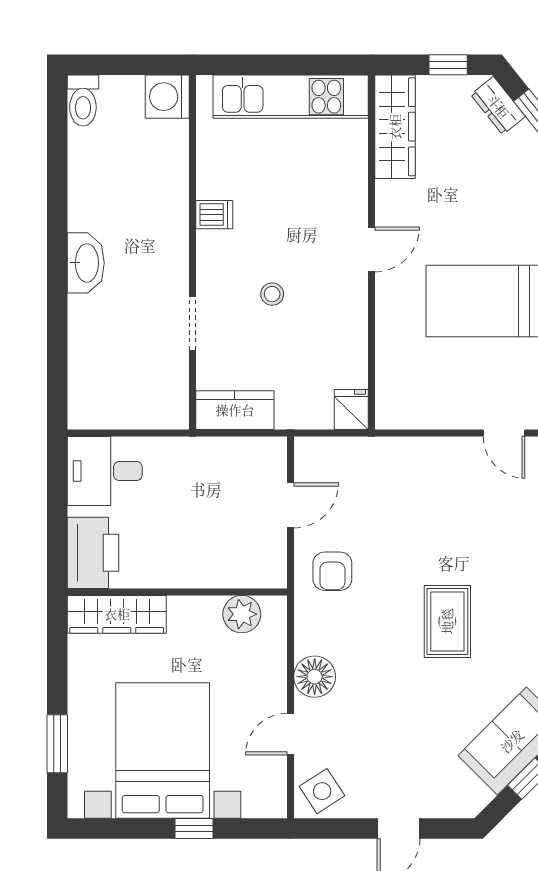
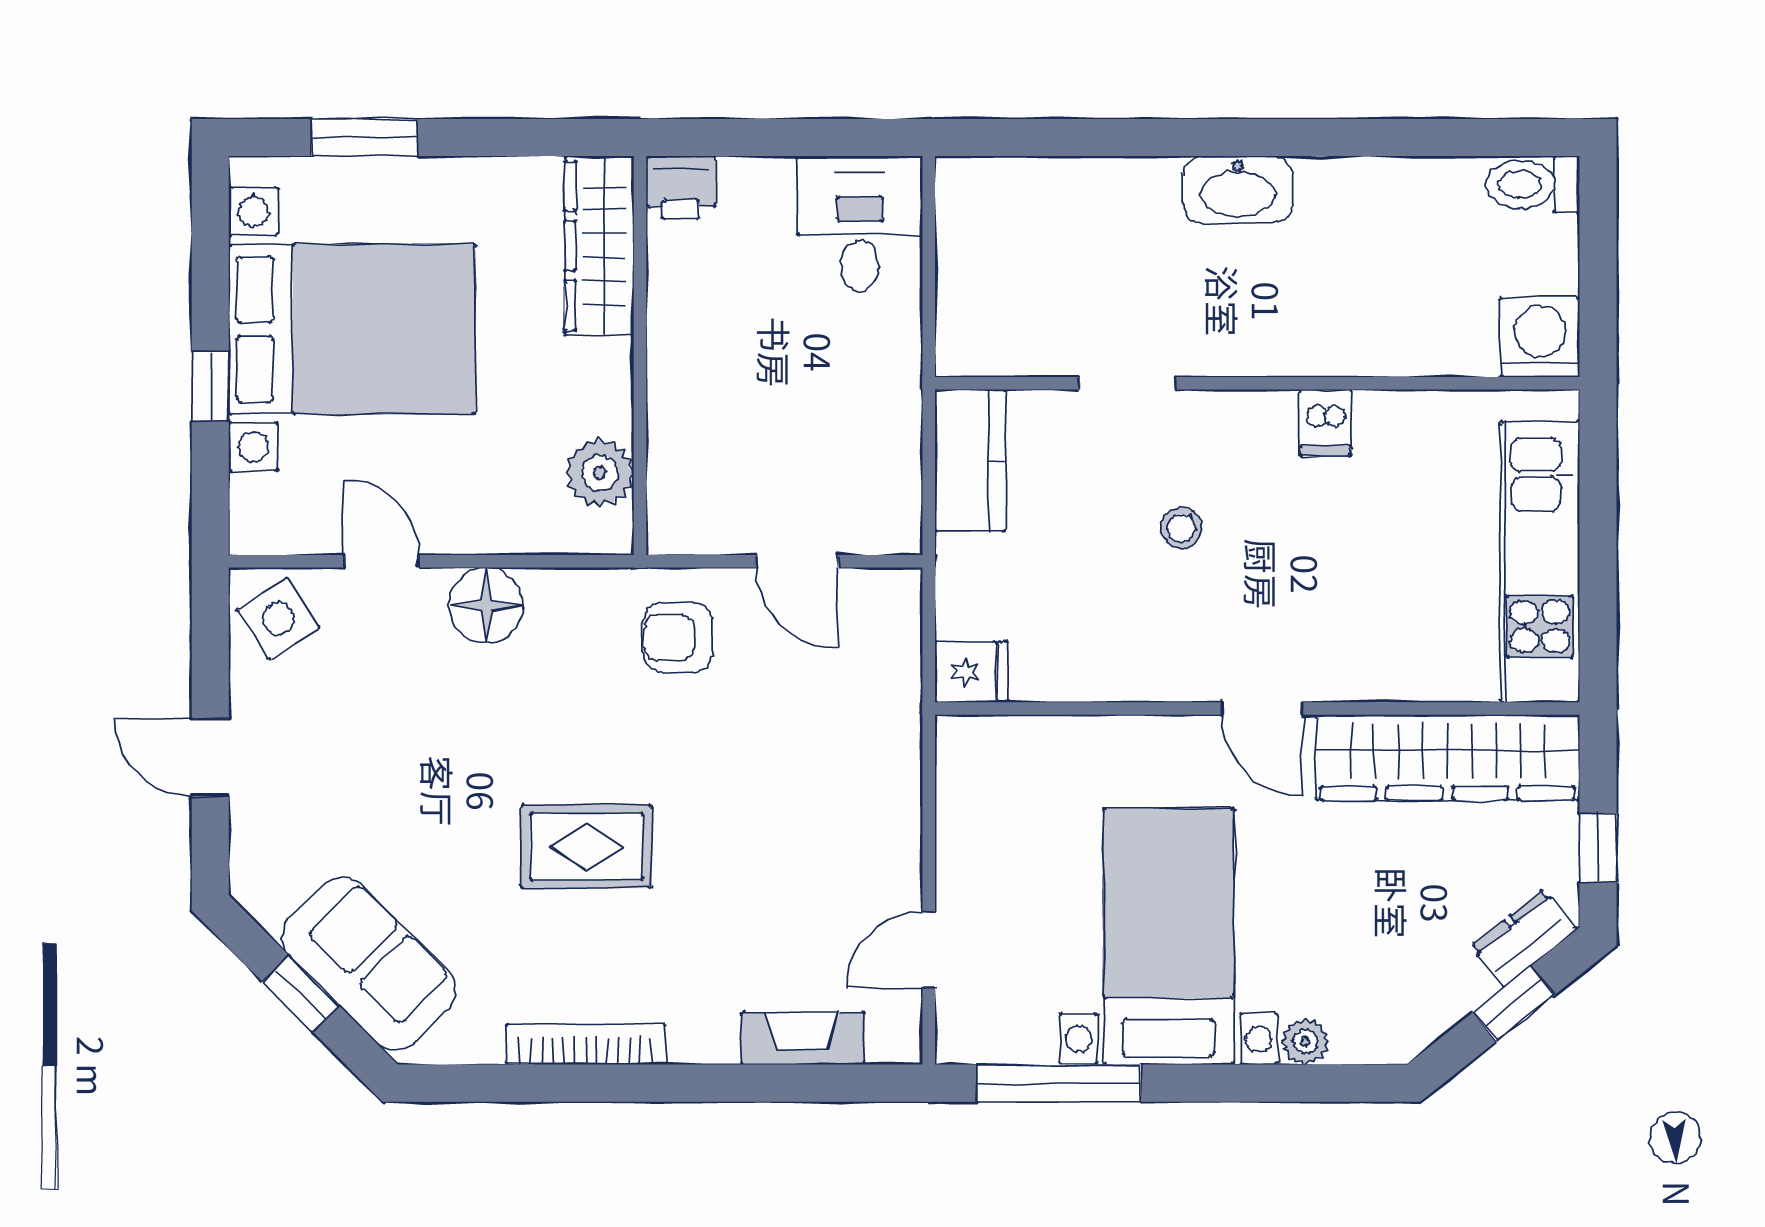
wardrobe: (395, 127) -> (1447, 758), width x1.40, depth x1.17
printer: (93, 553) -> (681, 187), width x0.53, depth x0.68

